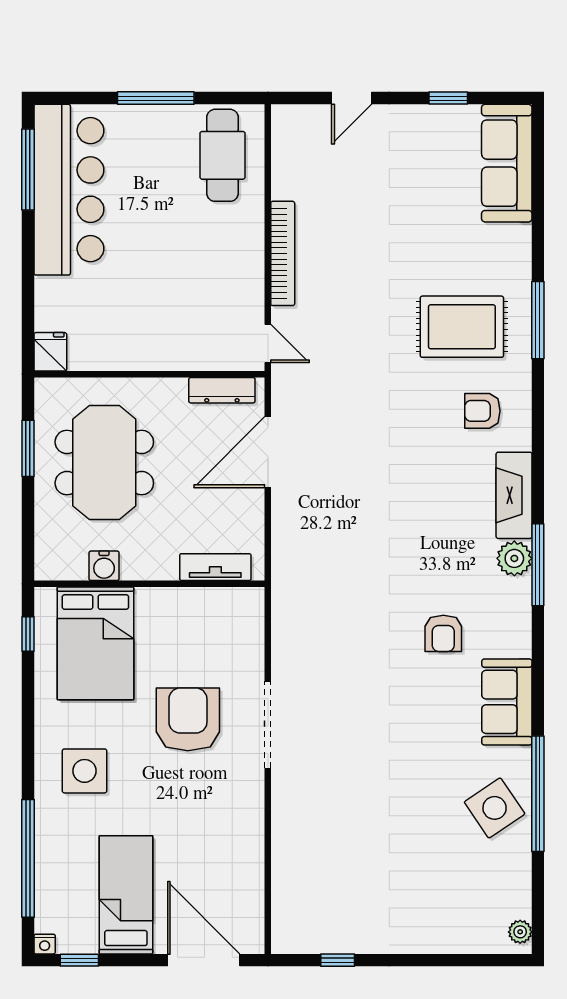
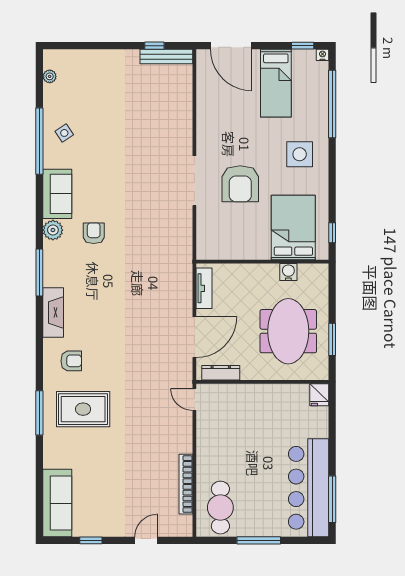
bookcase: (283, 253) -> (186, 484), moved
plant: (514, 558) -> (53, 230), moved
tv unit: (215, 567) -> (204, 288), moved, turned -90
side table: (495, 808) -> (64, 133), width x0.54, depth x0.54
plant: (520, 932) -> (50, 76), moved
bench: (317, 941) -> (166, 57), added

